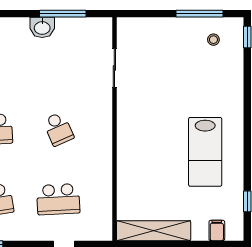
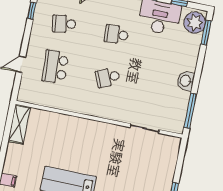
window: (63, 14) -> (190, 111), moved
shelving: (154, 231) -> (19, 124), width x0.68

